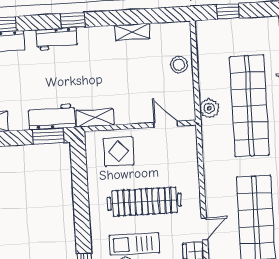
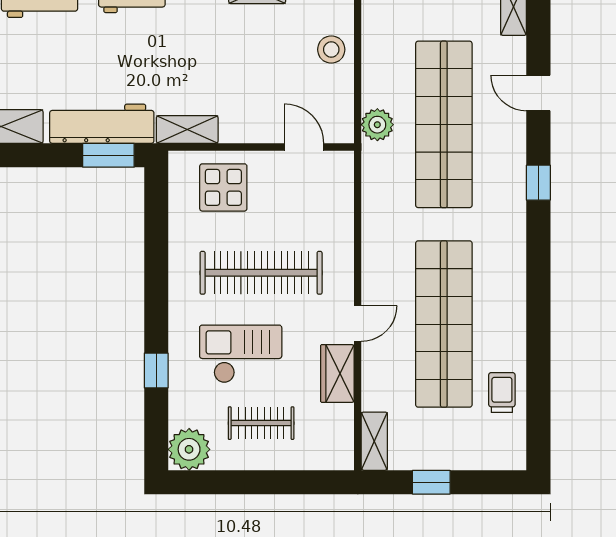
workbench: (52, 117) -> (102, 124), width x1.38

